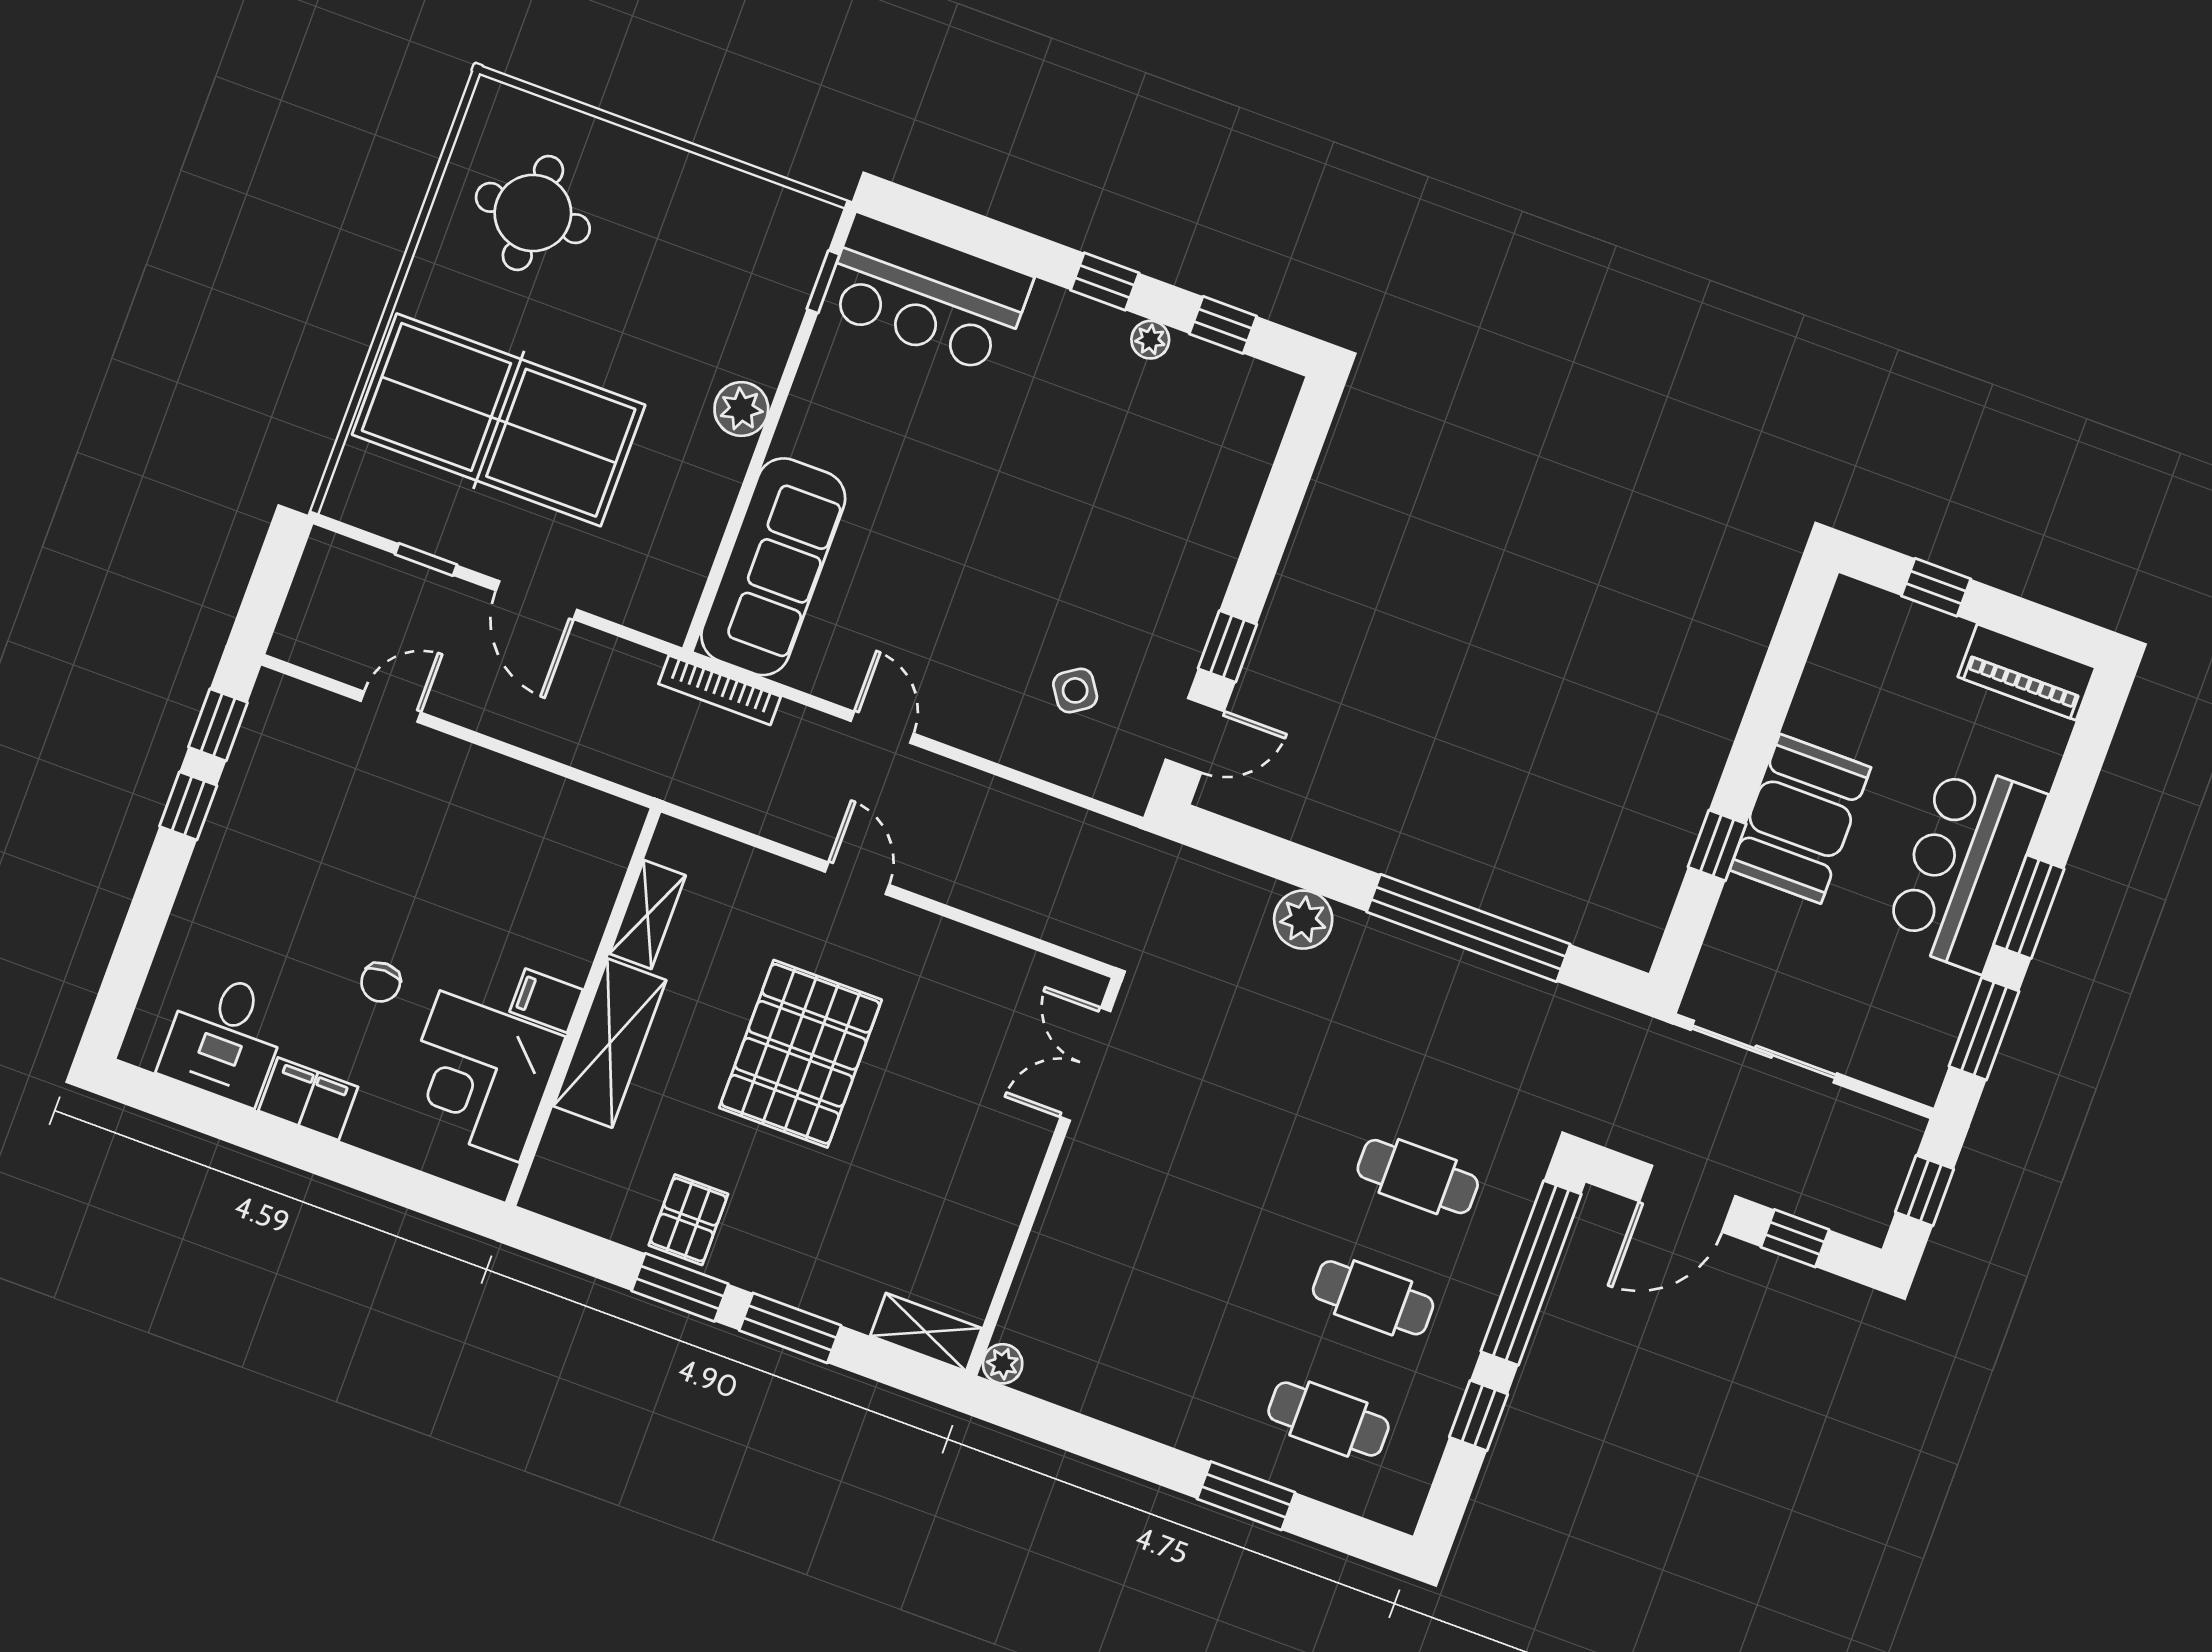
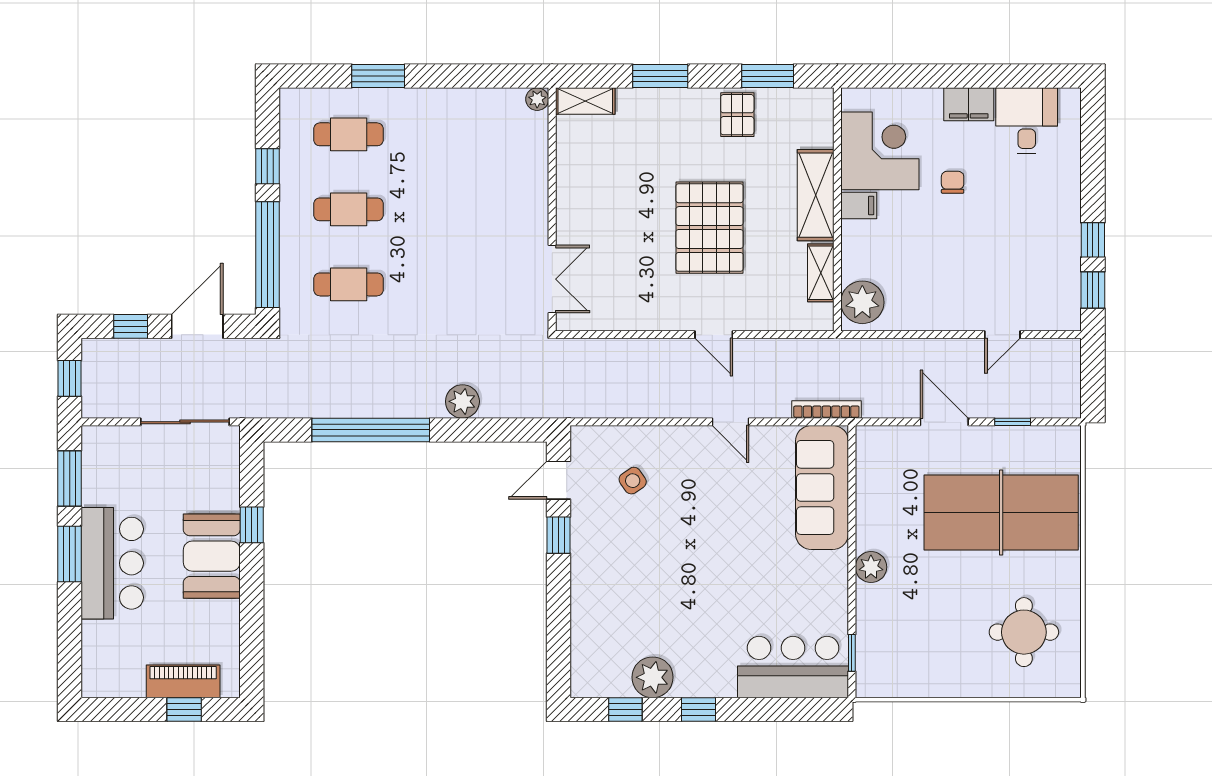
plant: (1150, 340) -> (653, 677), width x1.88, depth x1.88
piano: (2027, 672) -> (183, 681), moved
plant: (598, 842) -> (862, 302), added
window: (680, 1287) -> (768, 76), moved

